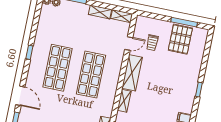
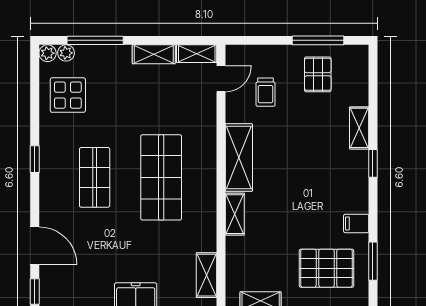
display table: (53, 24) -> (68, 95), added
pallet: (180, 39) -> (318, 74), width x0.67, depth x0.71
door: (129, 44) -> (221, 79), moved
shop shelf: (58, 68) -> (95, 177), width x0.70, depth x0.74
shelving: (196, 70) -> (359, 128), added

